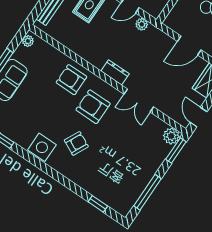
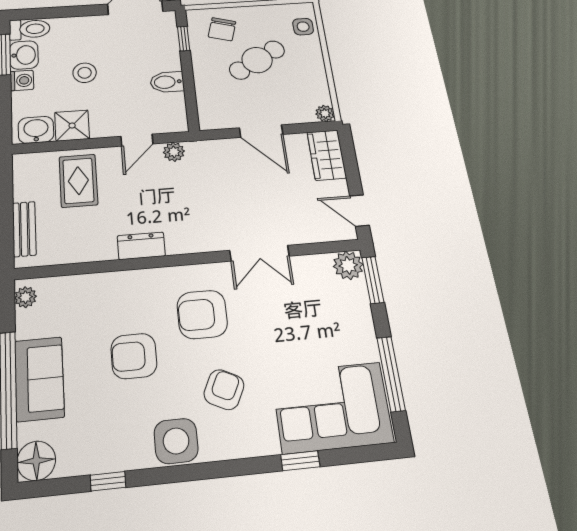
door: (189, 46) -> (261, 131), hinge flipped
dresser: (115, 72) -> (141, 246), moved
armchair: (71, 80) -> (134, 356), moved
corner sofa: (112, 185) -> (332, 407), added
window: (98, 204) -> (300, 461), moved

